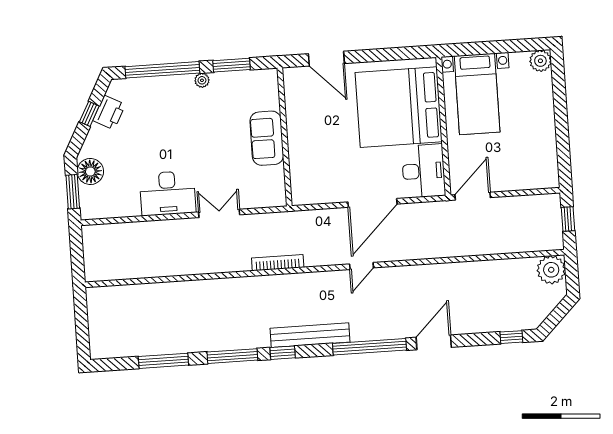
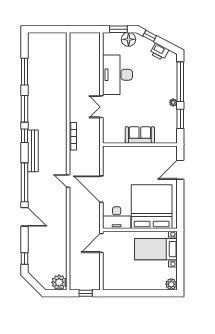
window: (89, 114) -> (150, 36), moved
desk: (168, 193) -> (117, 75), width x1.36, depth x1.30
door: (473, 196) -> (101, 243), swing flipped
double door: (219, 213) -> (101, 107), swing flipped

